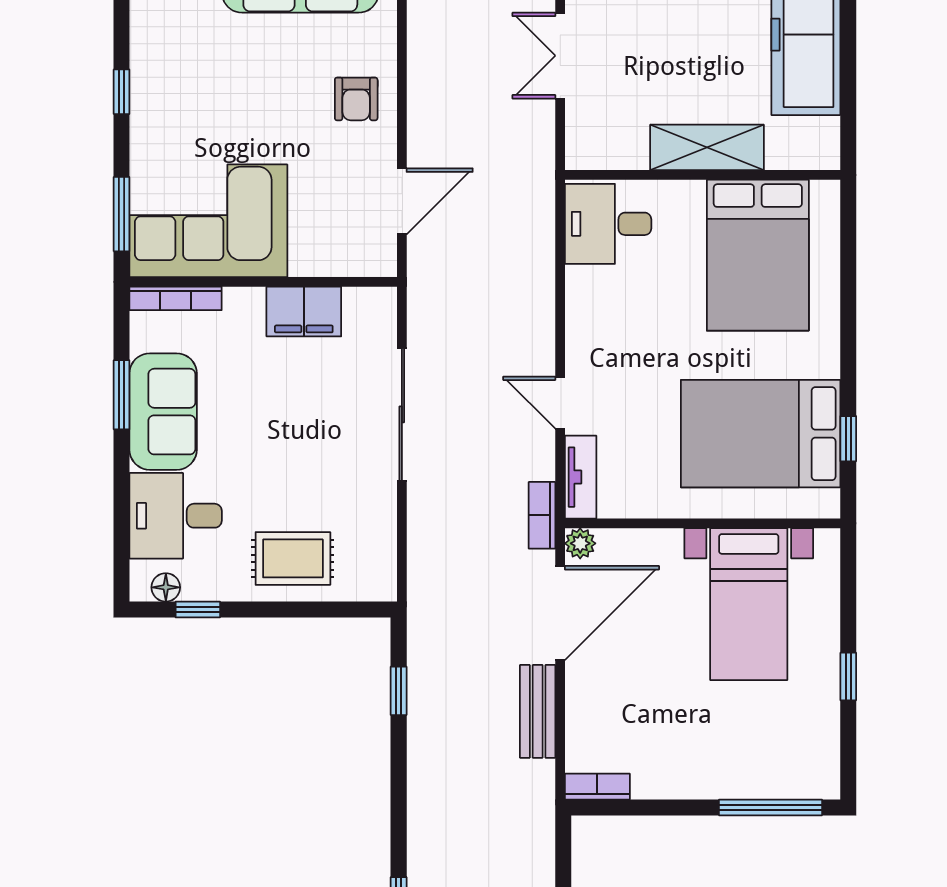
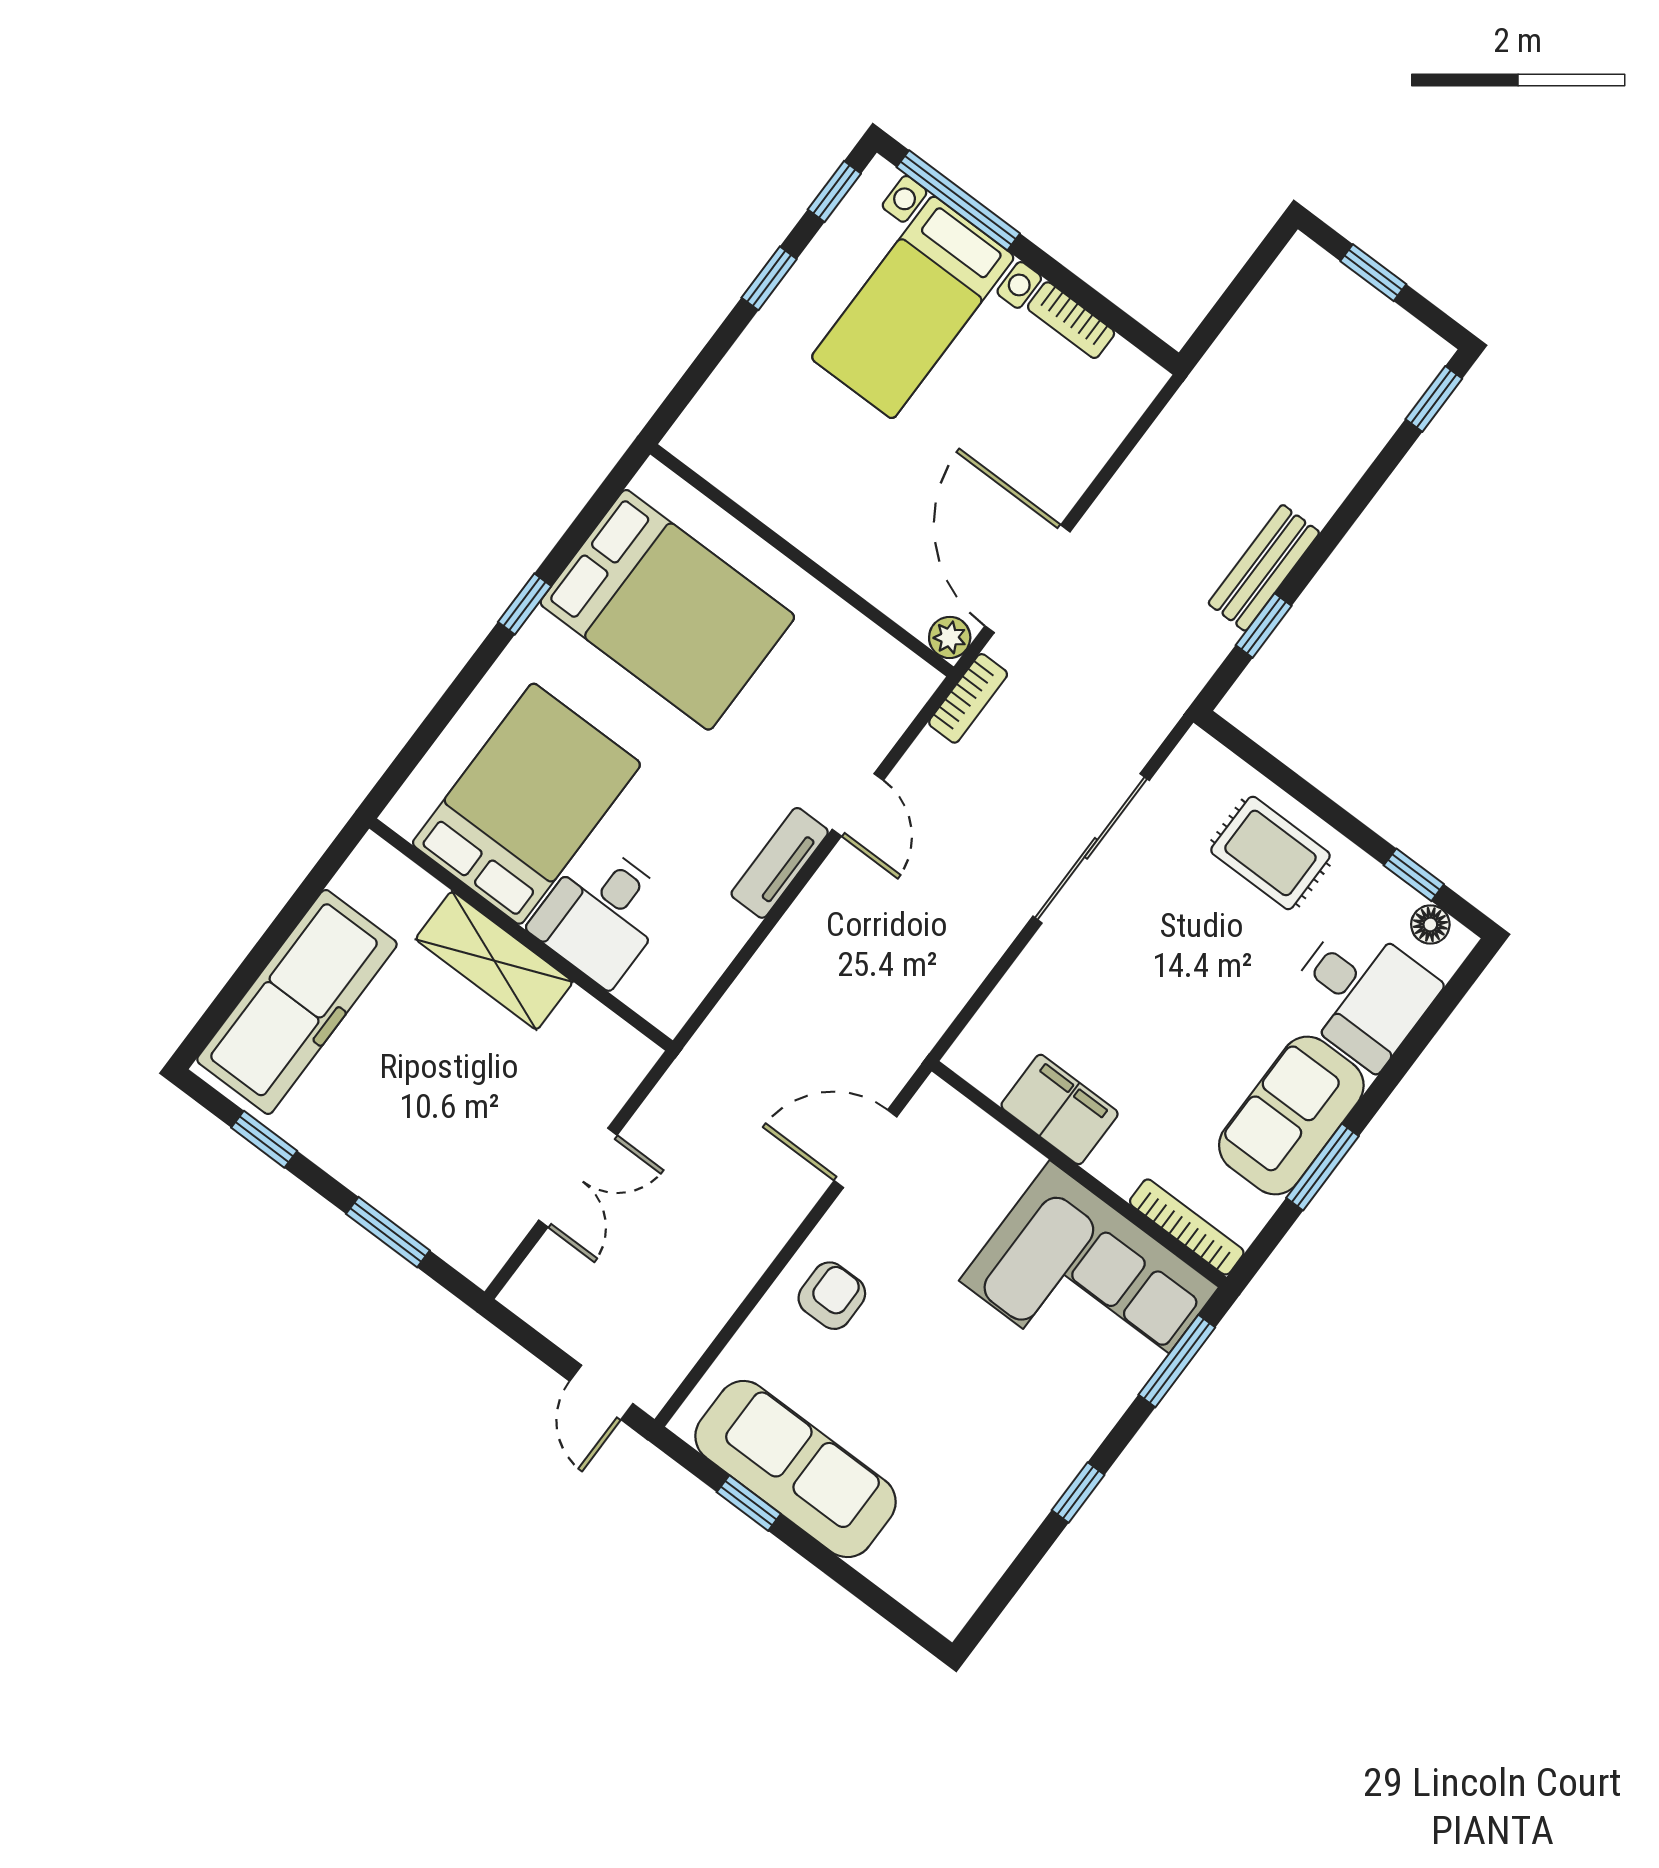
desk: (608, 224) -> (602, 914), moved, turned 90
sliding door: (402, 414) -> (1091, 848), moved
window: (848, 439) -> (525, 604), moved
tv unit: (581, 477) -> (780, 863), moved
bed with nightstands: (749, 604) -> (913, 307), moved, turned 180
door: (560, 613) -> (1027, 579), hinge flipped
bench: (538, 711) -> (1264, 568), moved
window: (848, 757) -> (834, 191), added
bookcase: (597, 787) -> (1071, 320), moved

